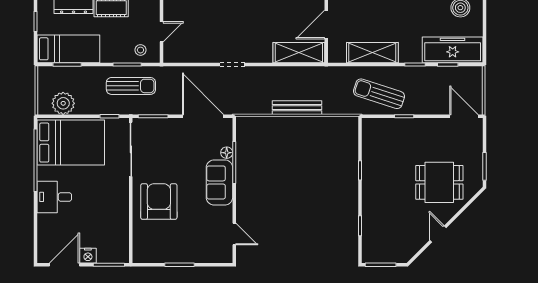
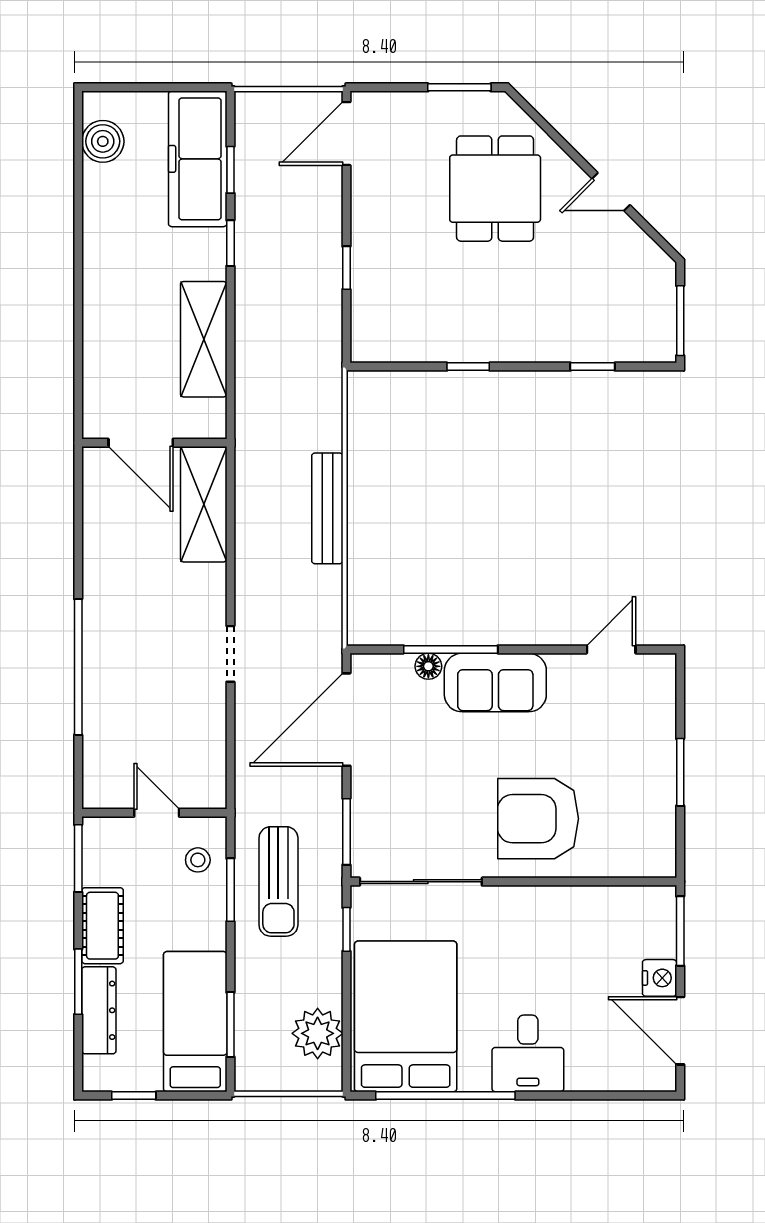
sun lounger: (131, 86) -> (278, 881), turned 180
sun lounger: (379, 94) -> (296, 324), removed

